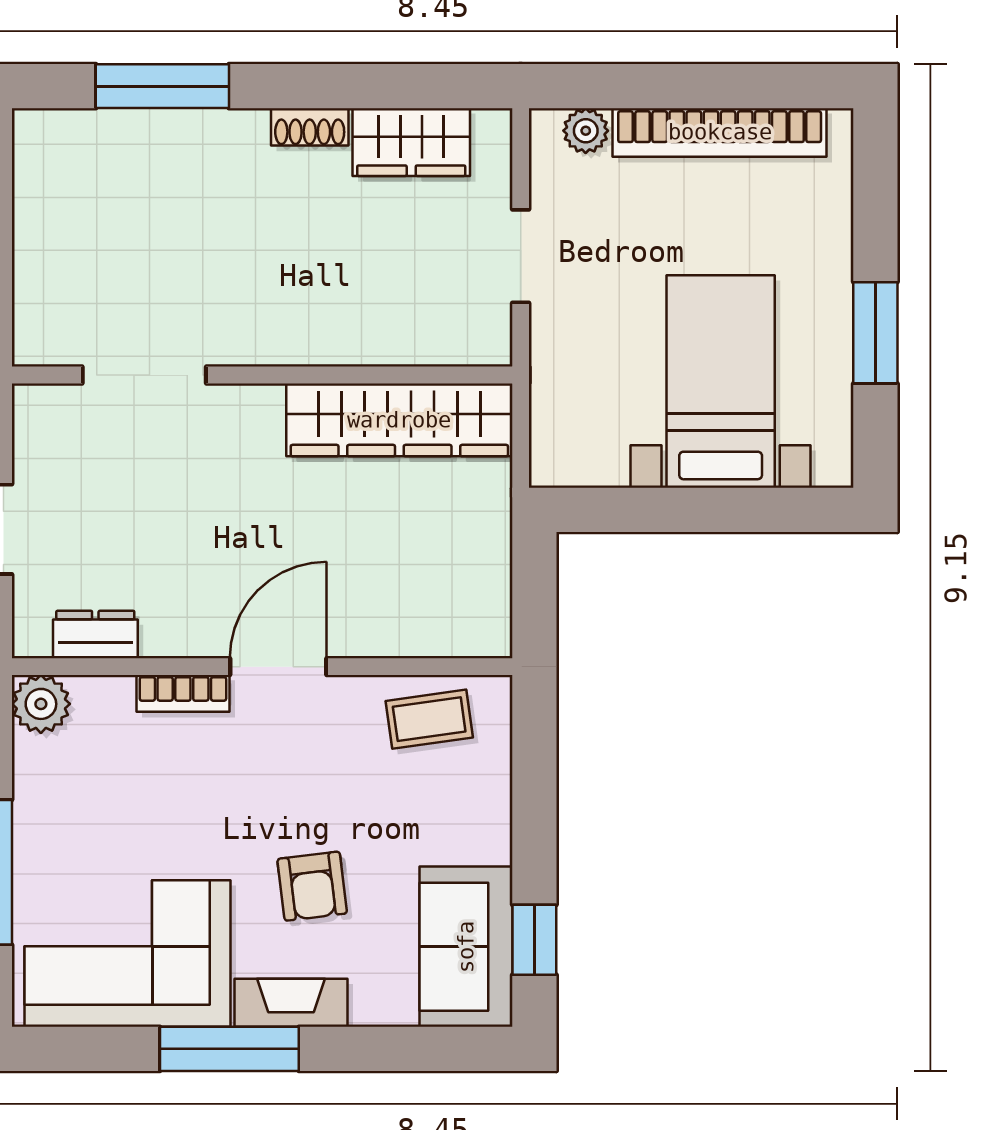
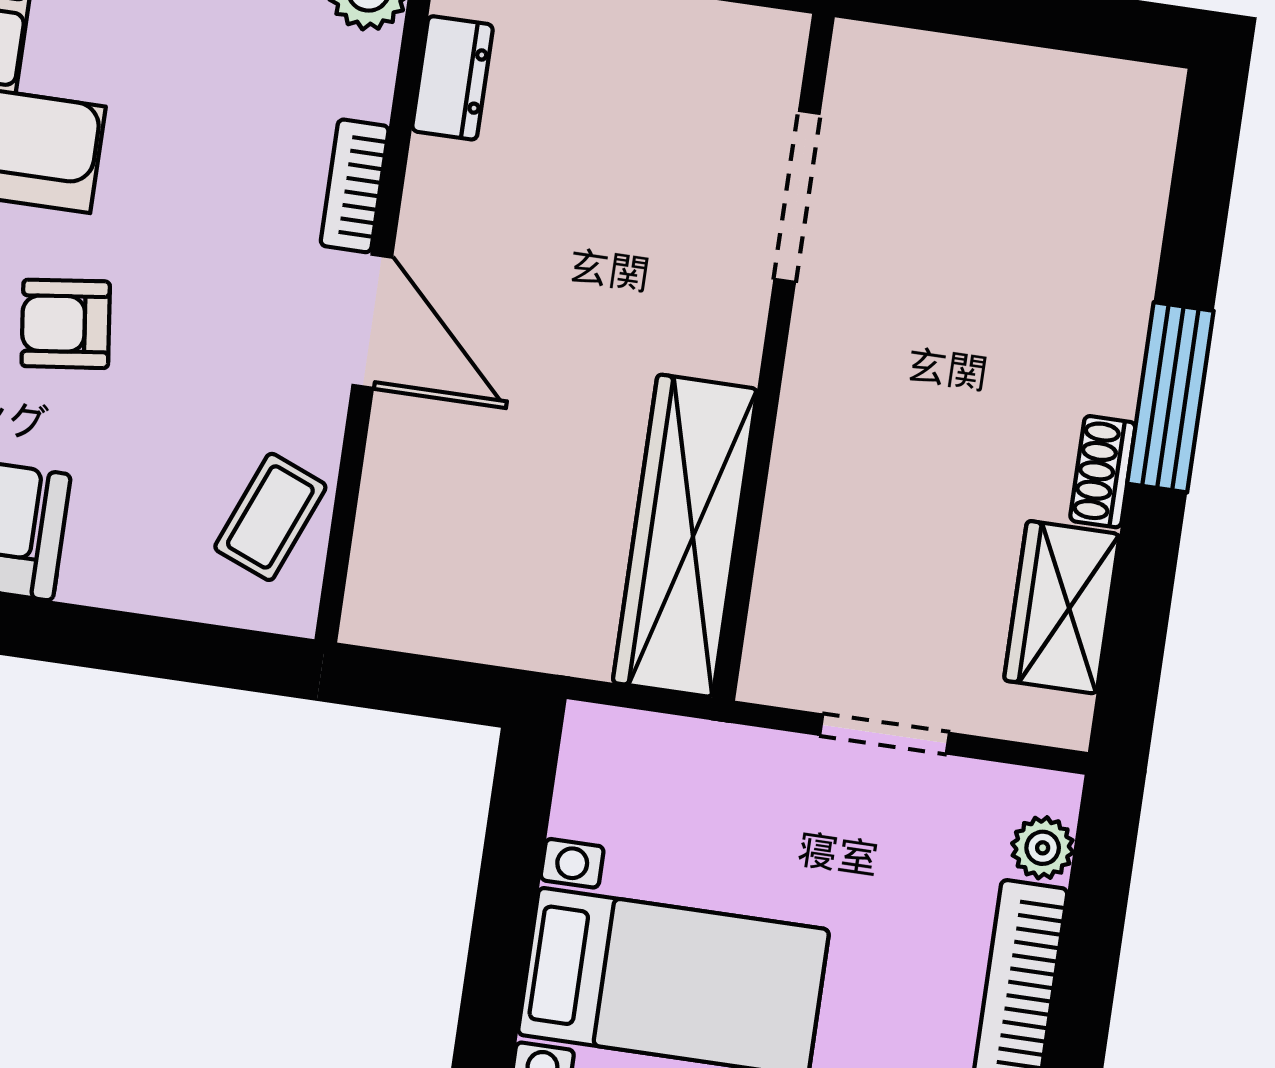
window: (162, 86) -> (1170, 397), moved
coffee table: (429, 719) -> (270, 517), turned 30

